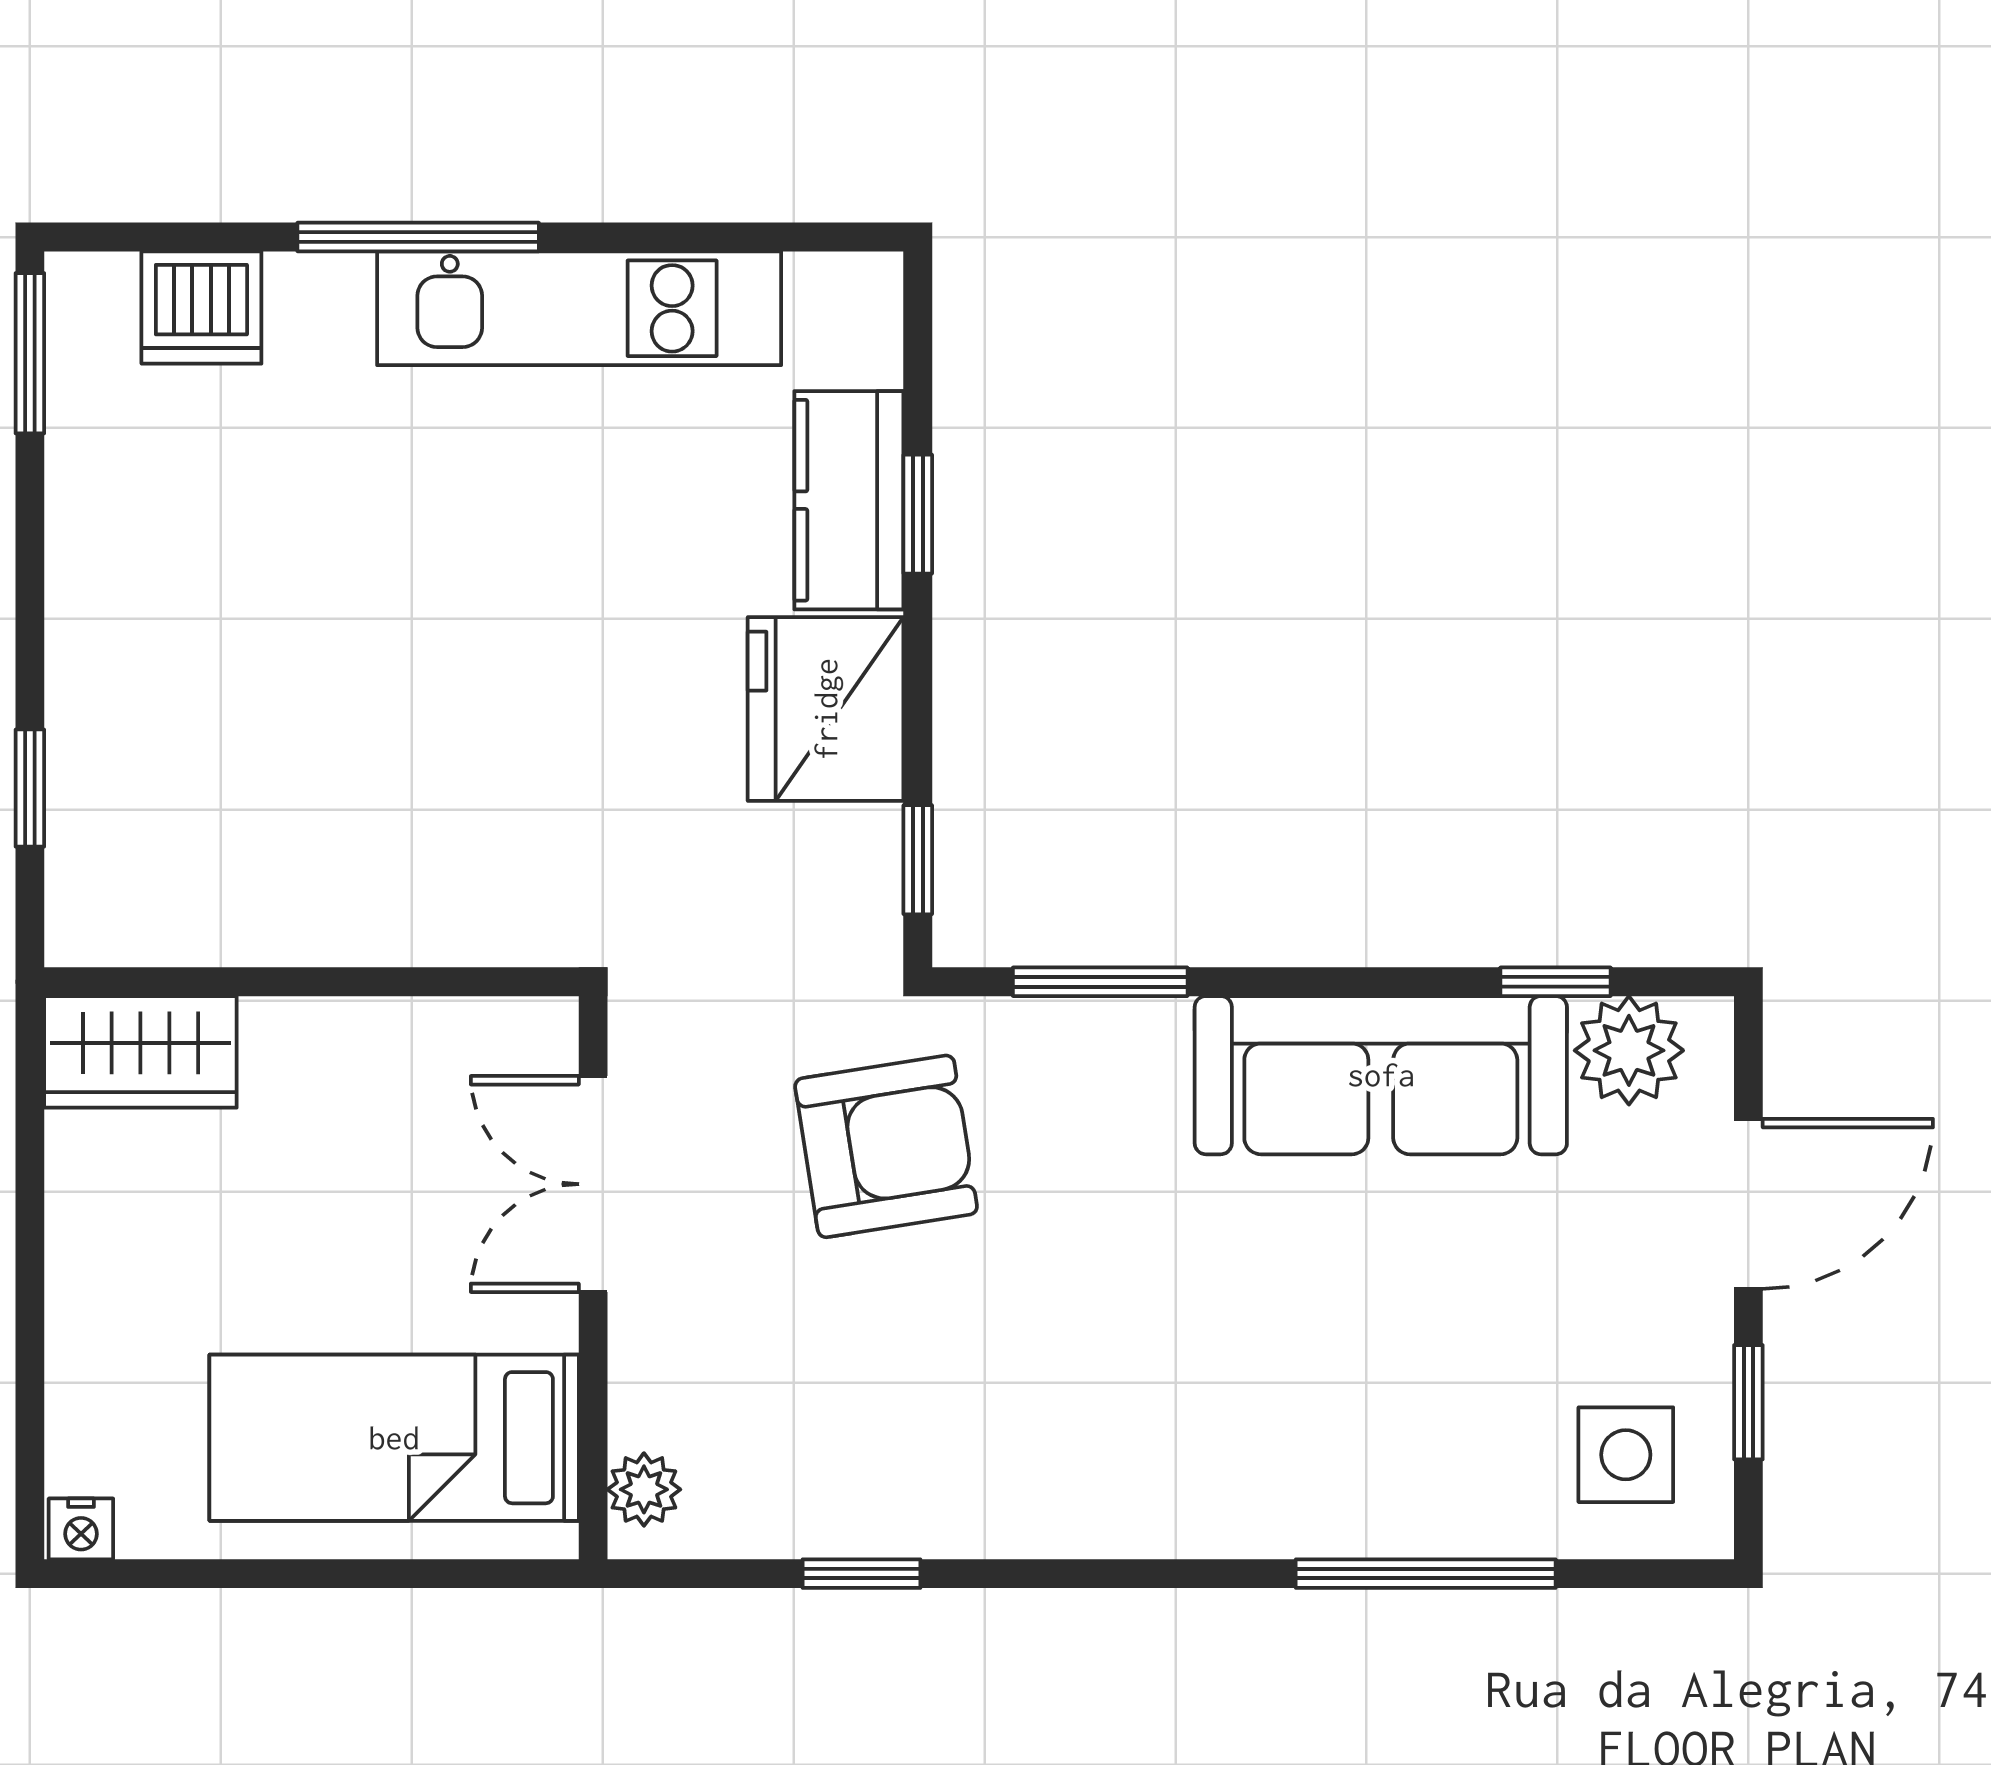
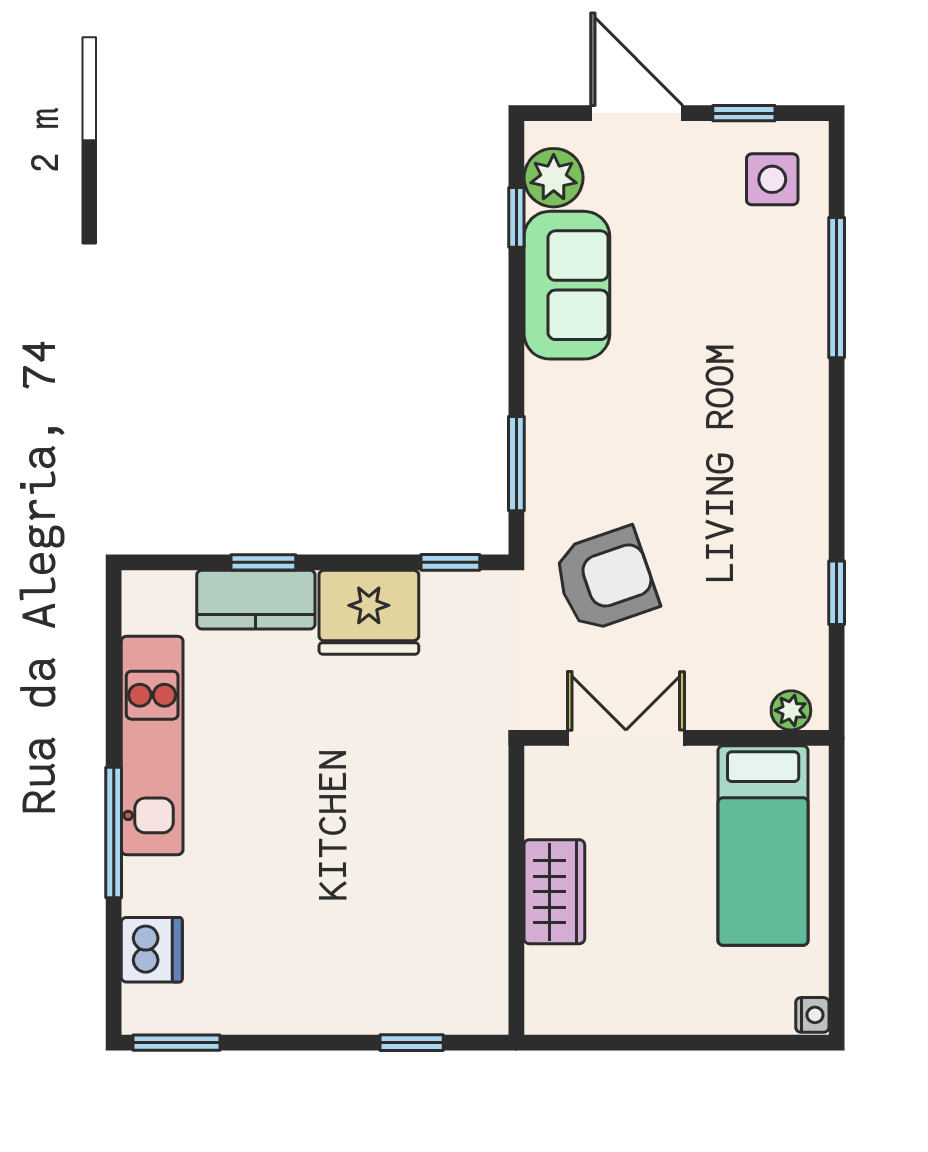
wardrobe: (140, 1052) -> (554, 892), moved
sofa: (1381, 1075) -> (567, 285), width x0.73
armchair: (886, 1146) -> (605, 579), turned 80
double door: (593, 1184) -> (626, 738), swing flipped

